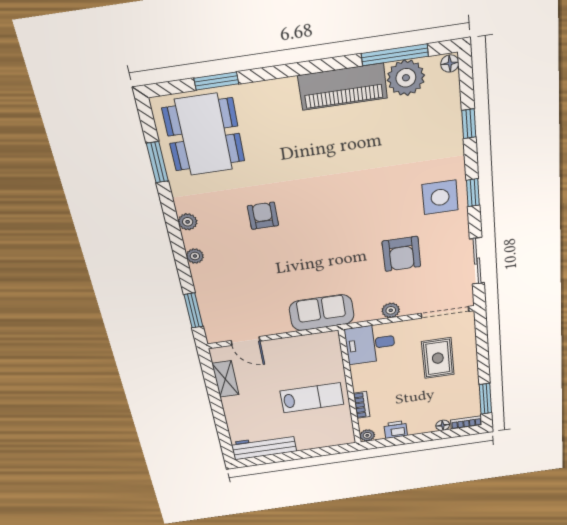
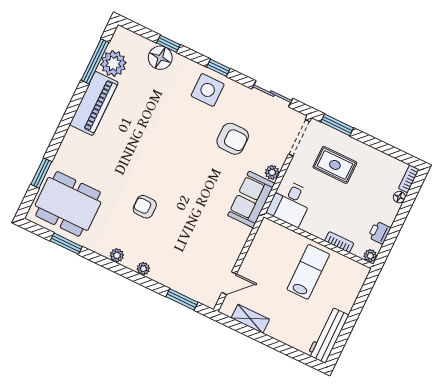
floor lamp: (450, 63) -> (160, 58), moved, width x1.89, depth x1.89
sofa: (322, 313) -> (251, 199), moved
window: (485, 399) -> (337, 125), moved

